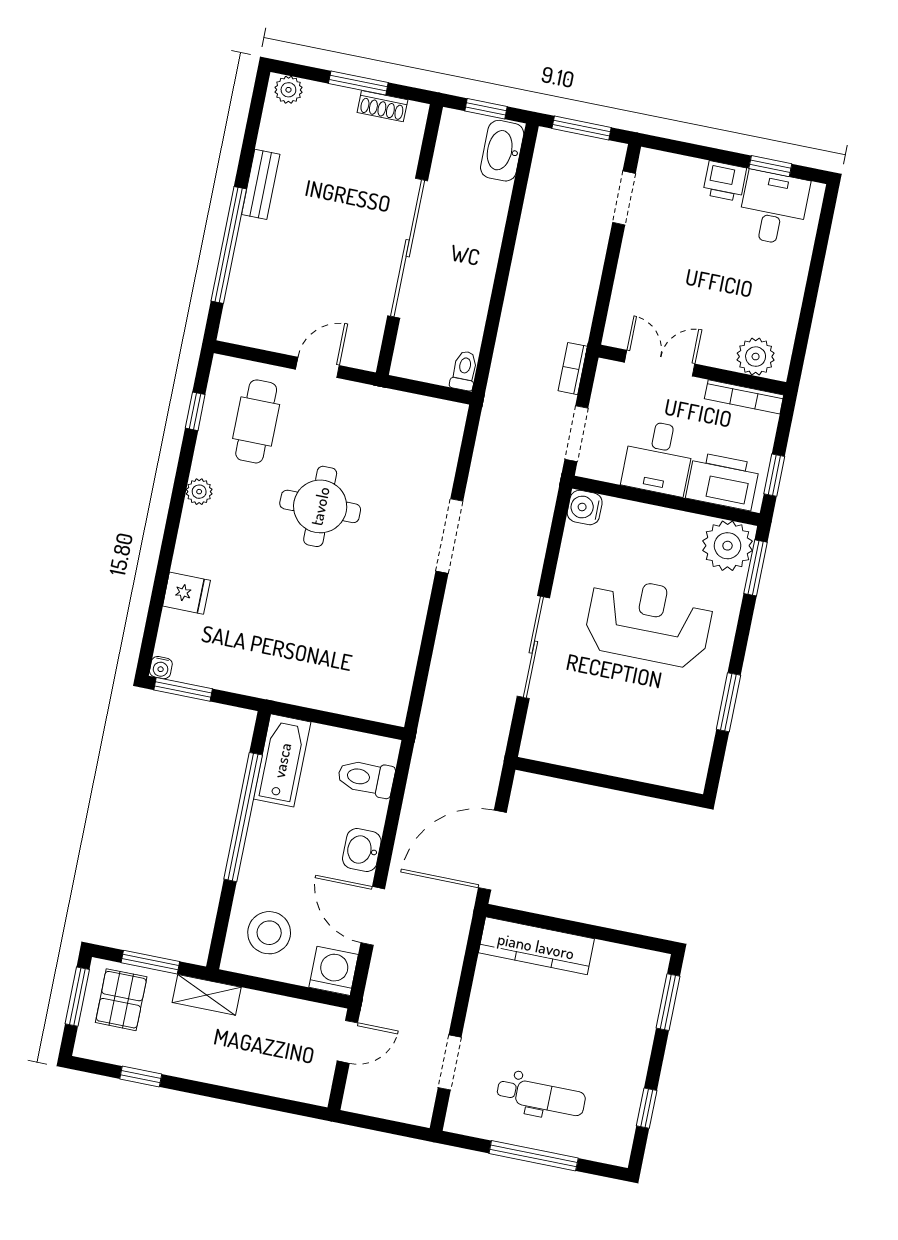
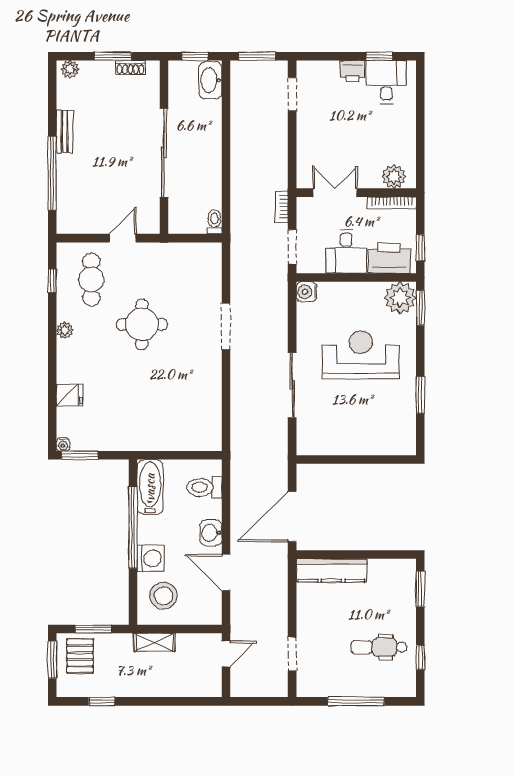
washing machine: (334, 971) -> (150, 558), moved, turned 90
shelving: (207, 995) -> (154, 642), moved
dental chair: (541, 1096) -> (379, 647), moved, turned 180

